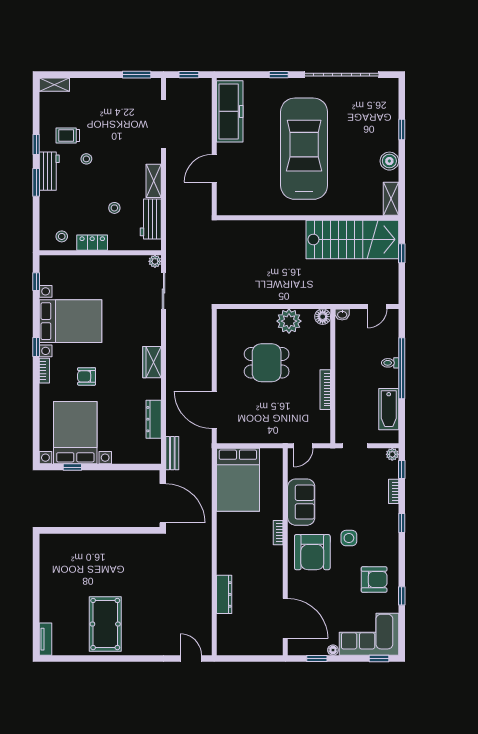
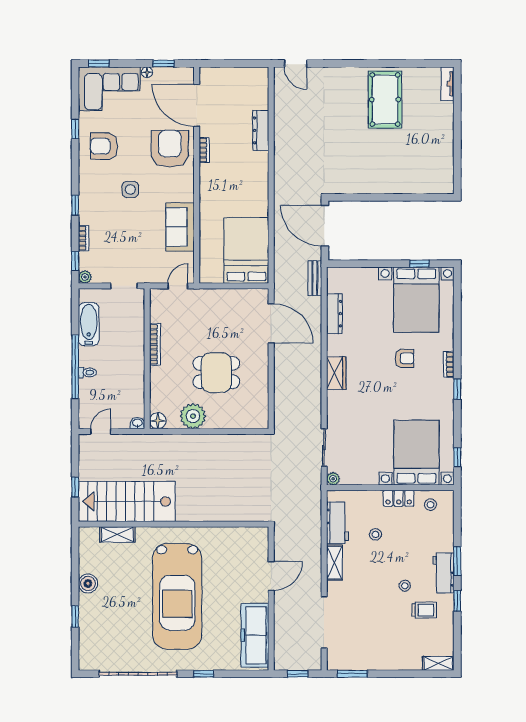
shelving: (391, 199) -> (117, 534), moved, turned 90
bed with nightstands: (70, 321) -> (416, 453), moved, turned 90
bookcase: (278, 533) -> (204, 150), moved
armchair: (312, 552) -> (170, 149), moved

